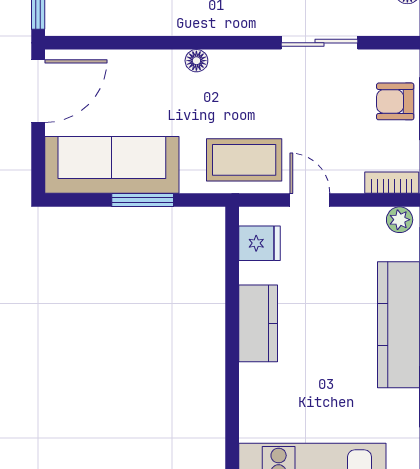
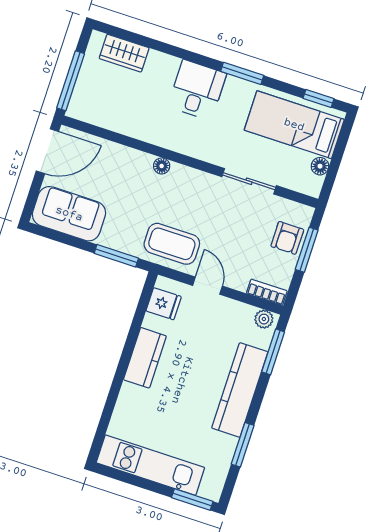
armchair: (395, 101) -> (287, 238), turned -90
sofa: (112, 165) -> (69, 214), width x0.73
window: (143, 200) -> (116, 256), moved

